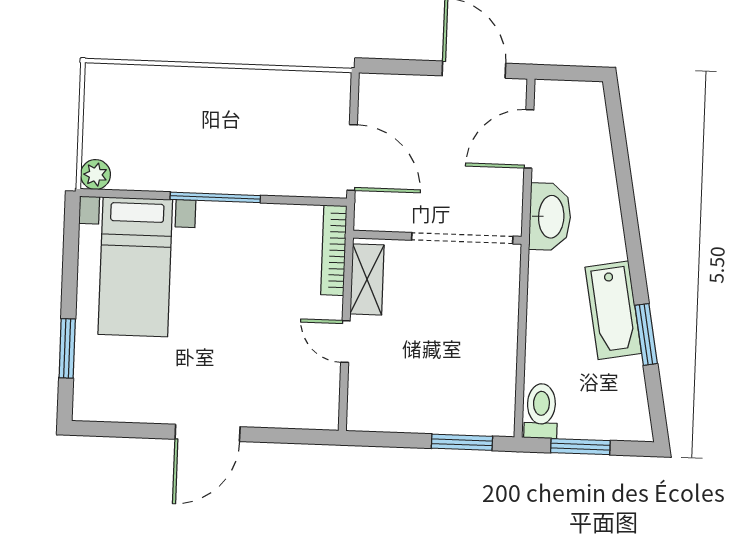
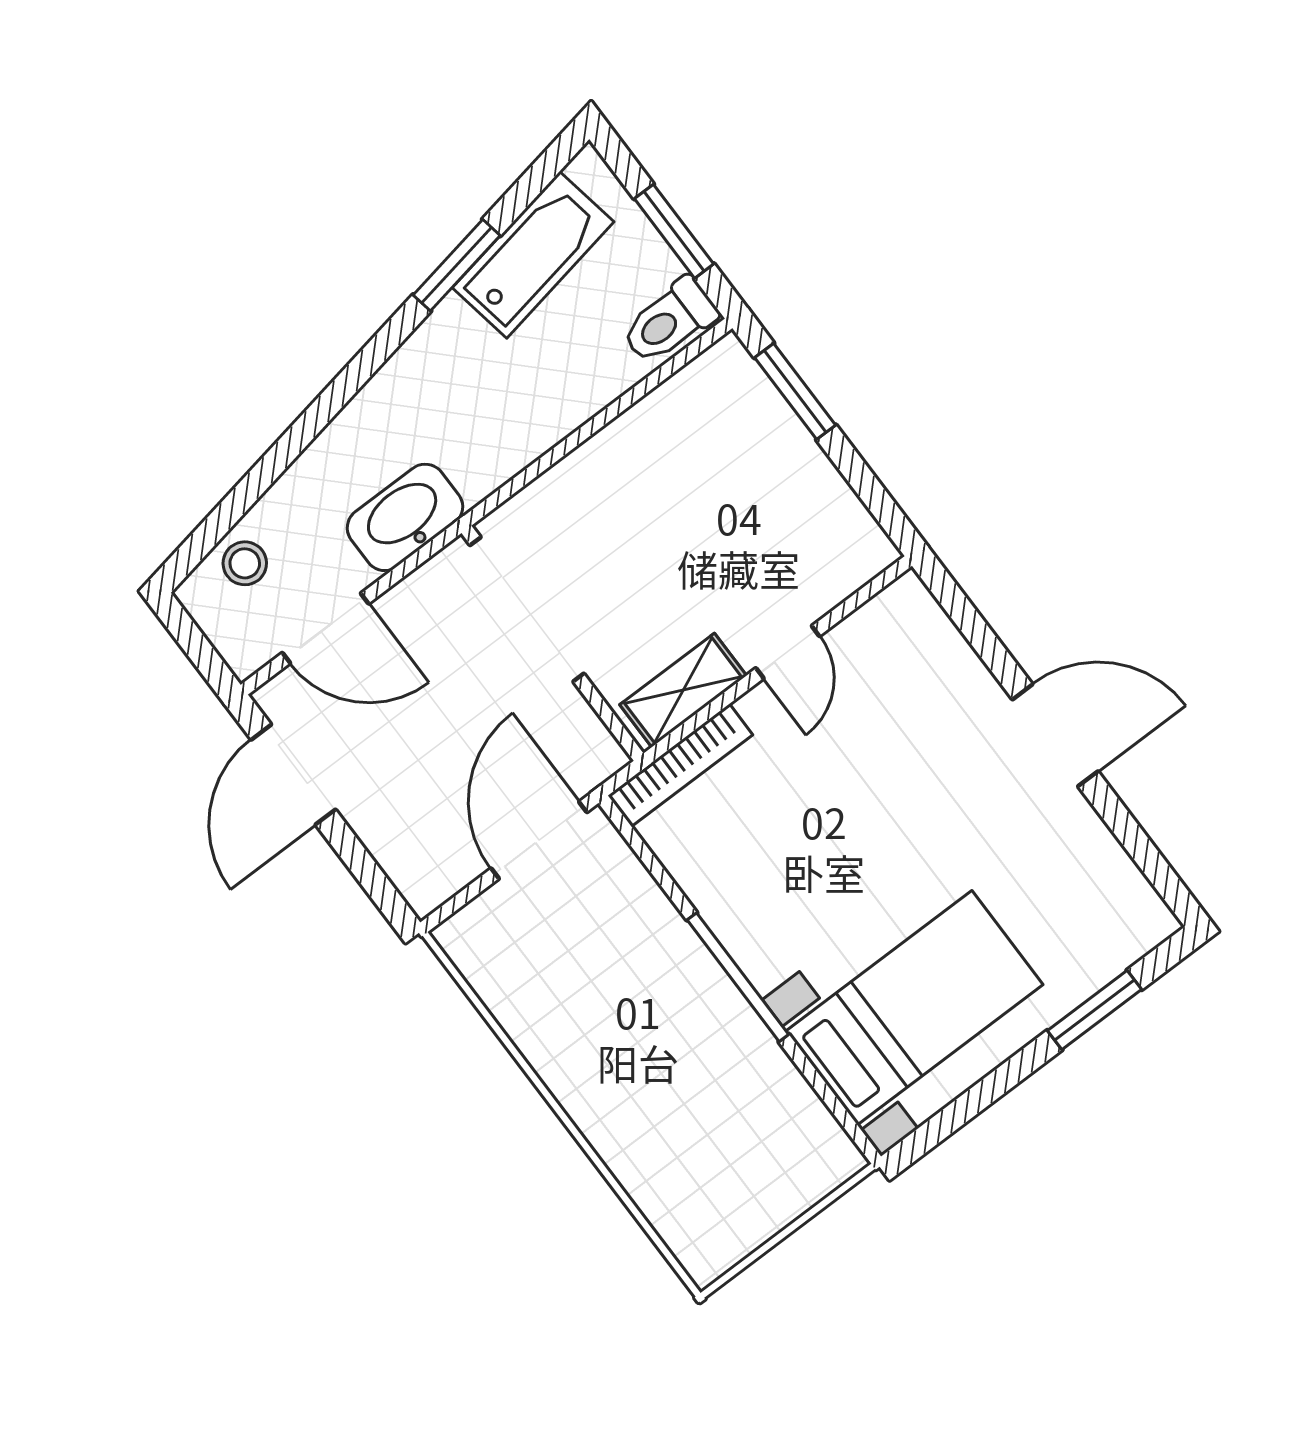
stool: (589, 126) -> (245, 563), added
plant: (96, 175) -> (836, 1159), removed
bathtub: (613, 310) -> (533, 255), moved

